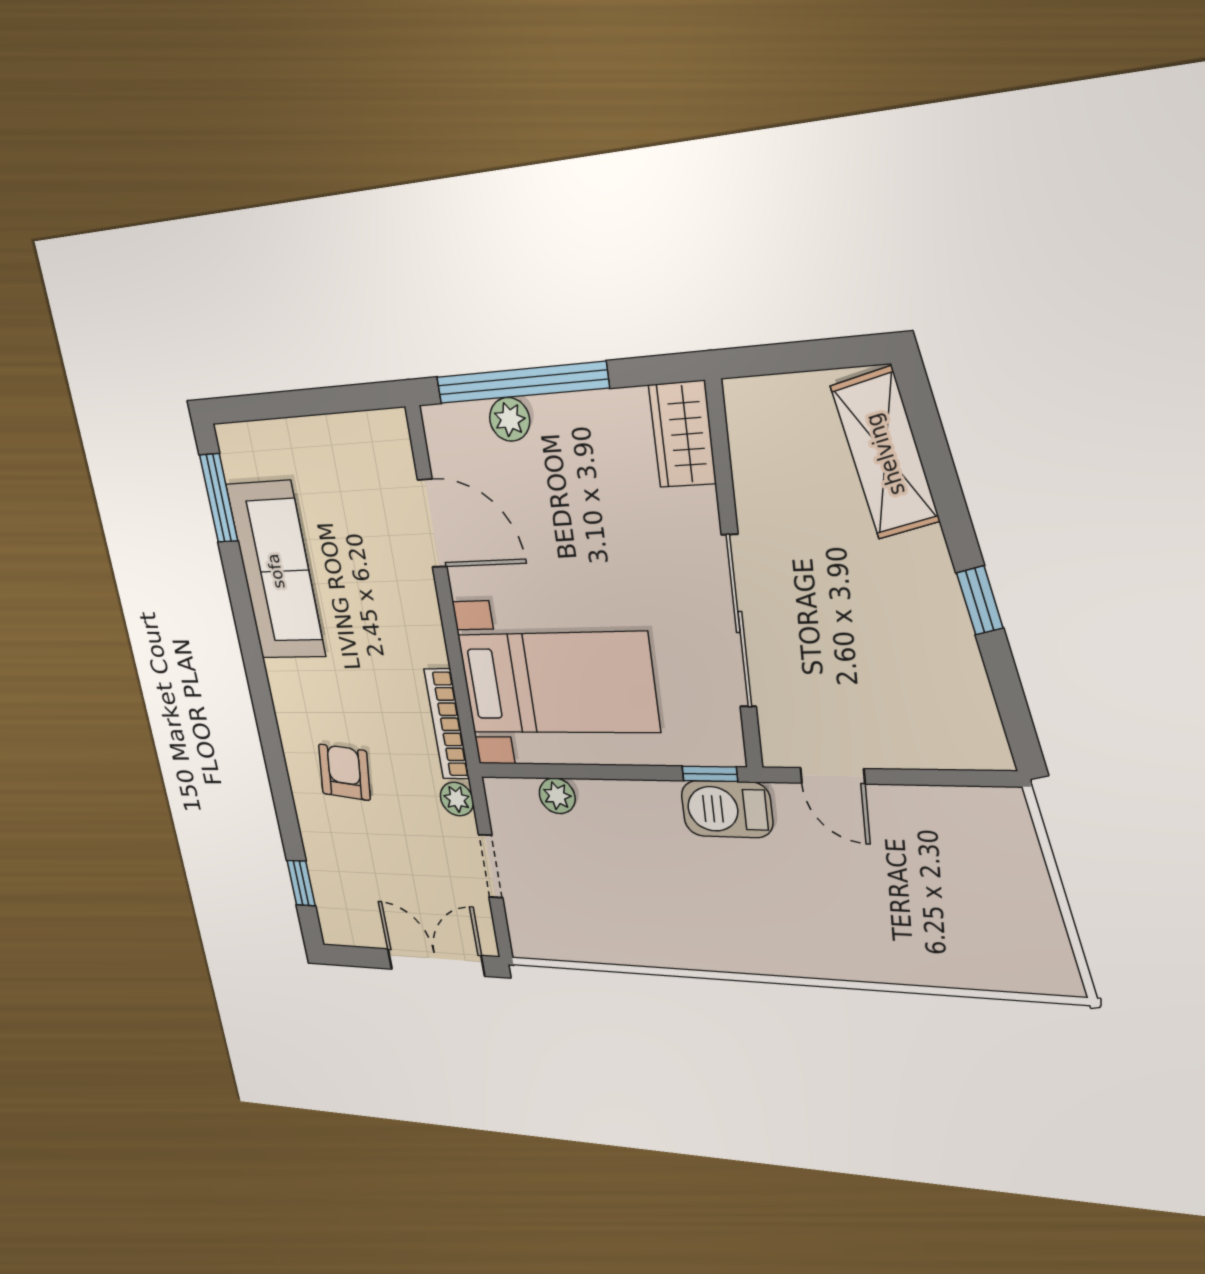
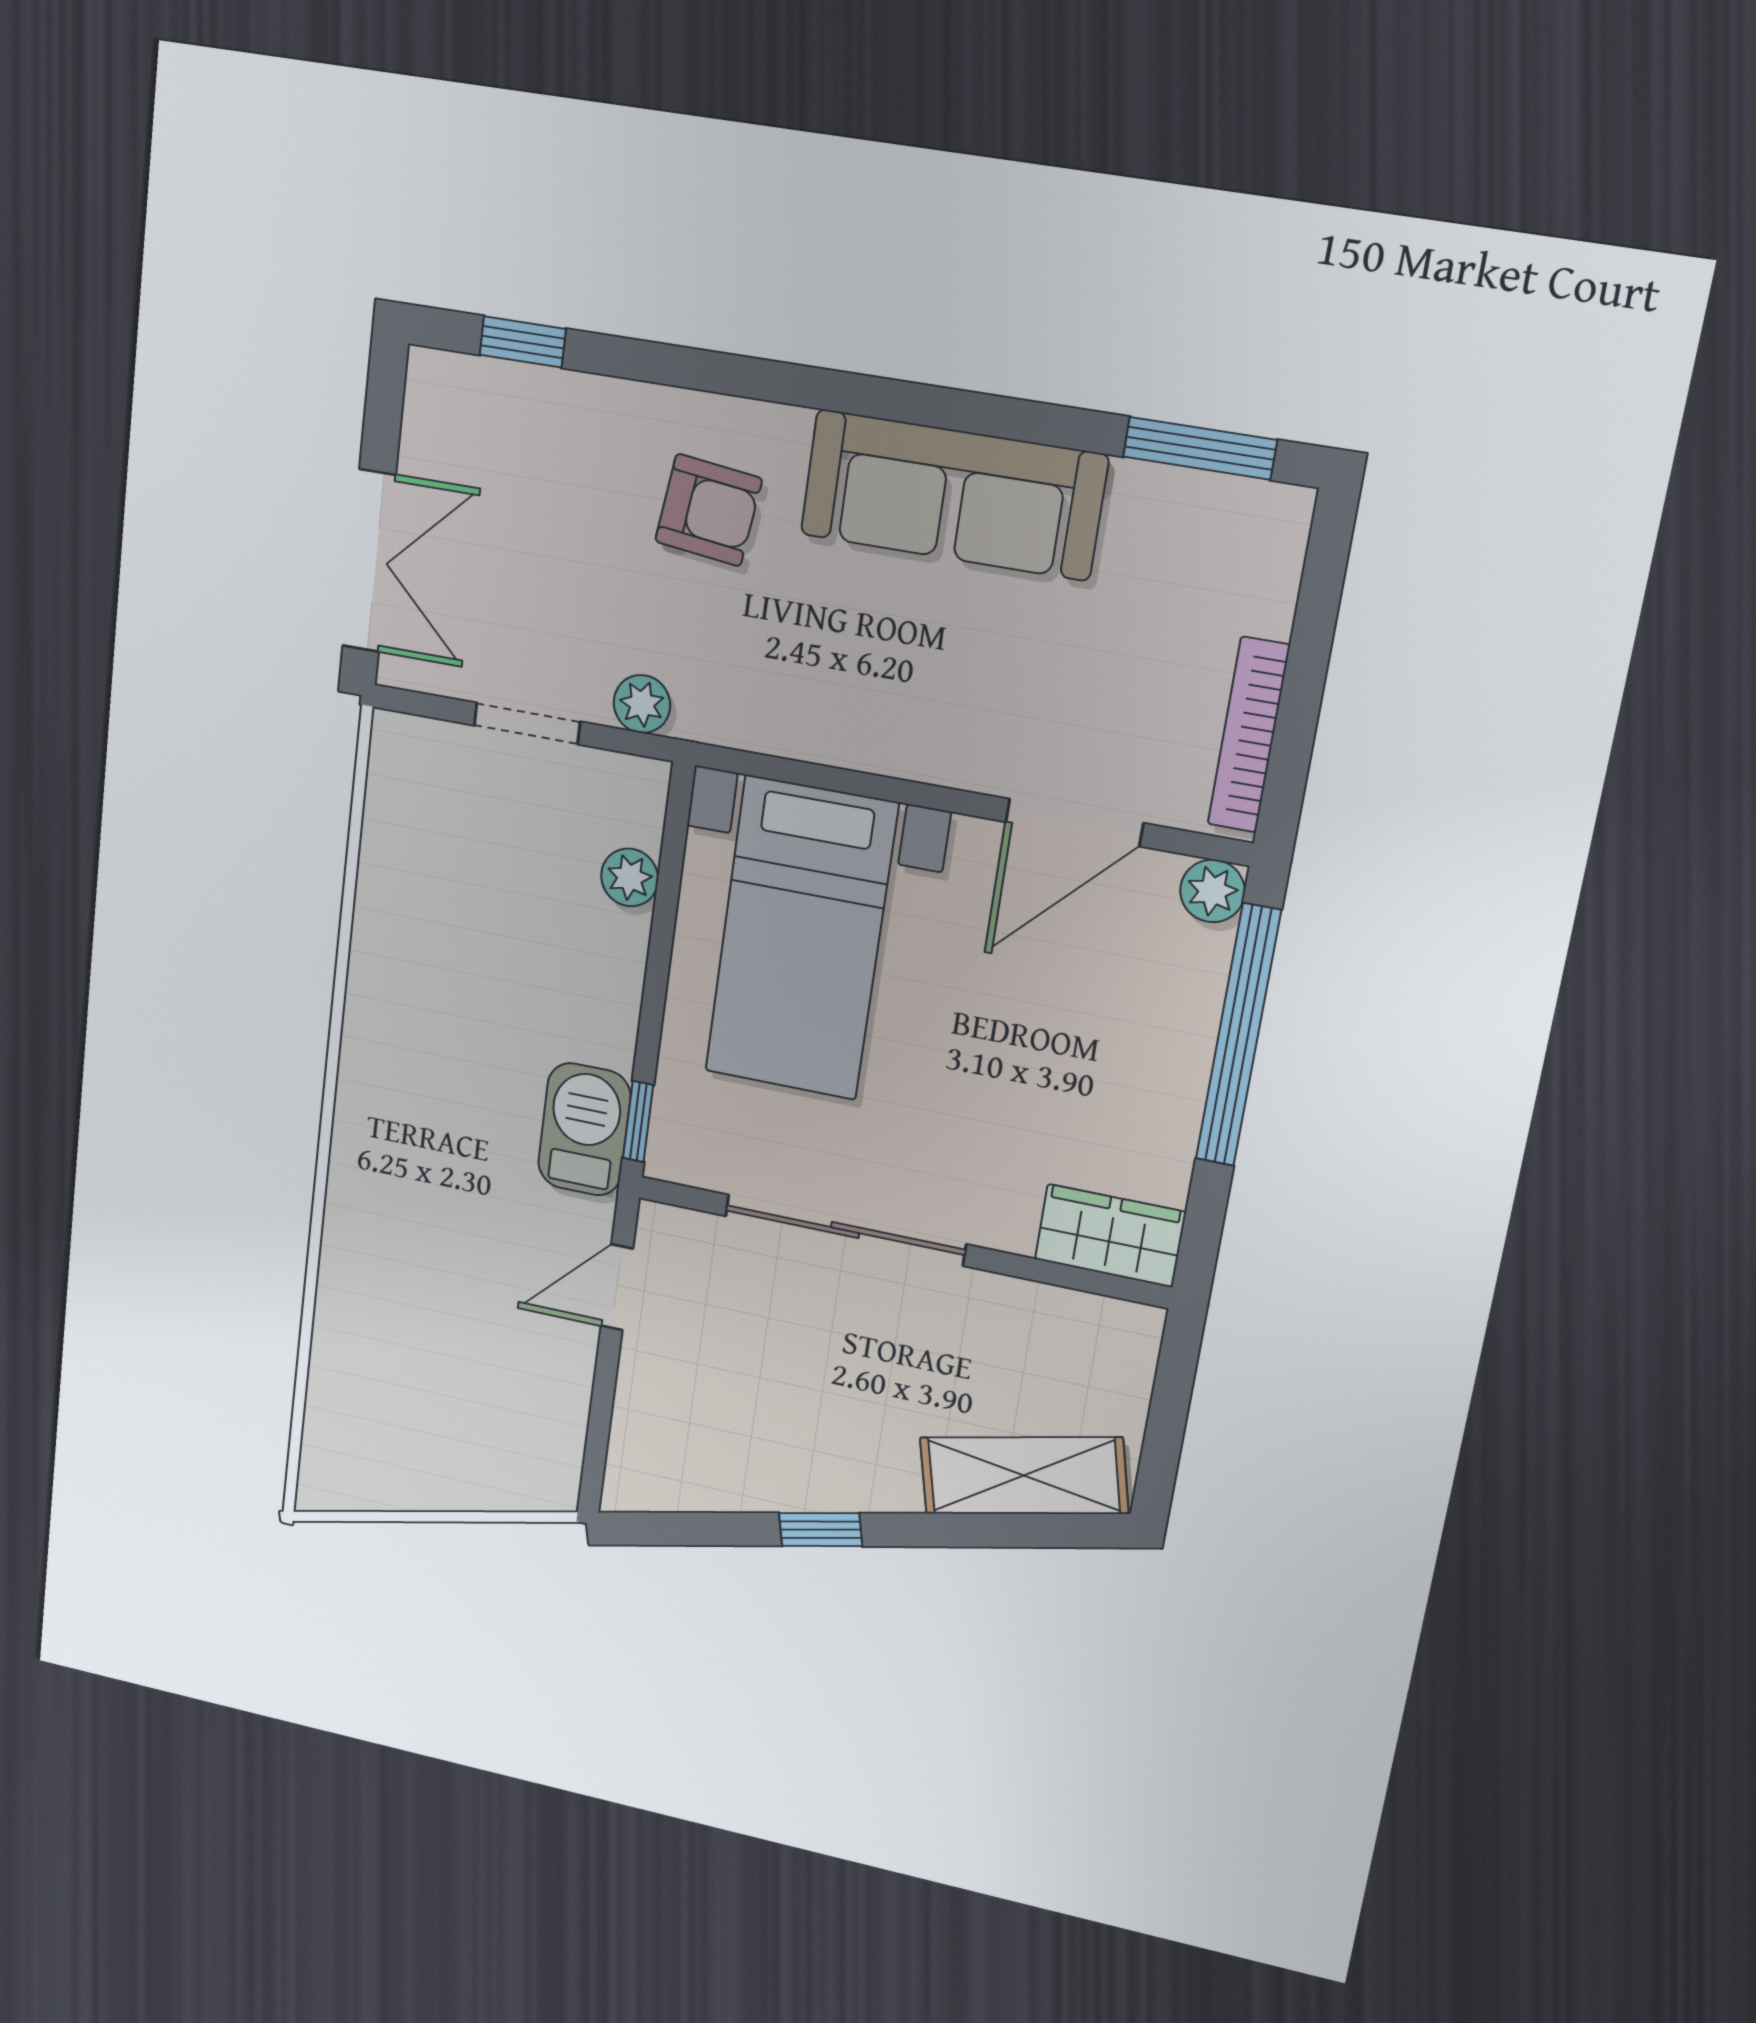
plant: (510, 419) -> (1212, 891), moved
sofa: (276, 571) -> (953, 495), moved
bookcase: (447, 724) -> (1249, 735), moved, turned -90

